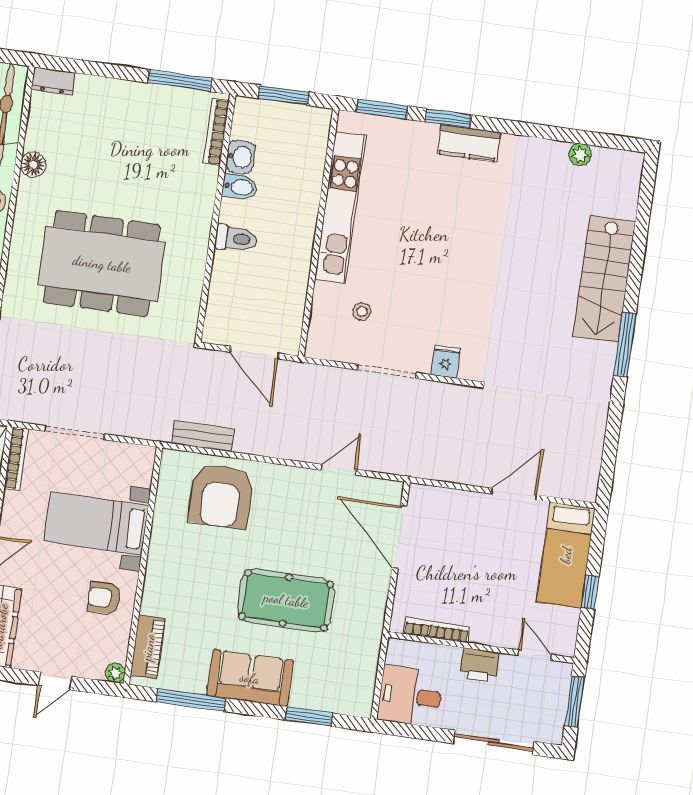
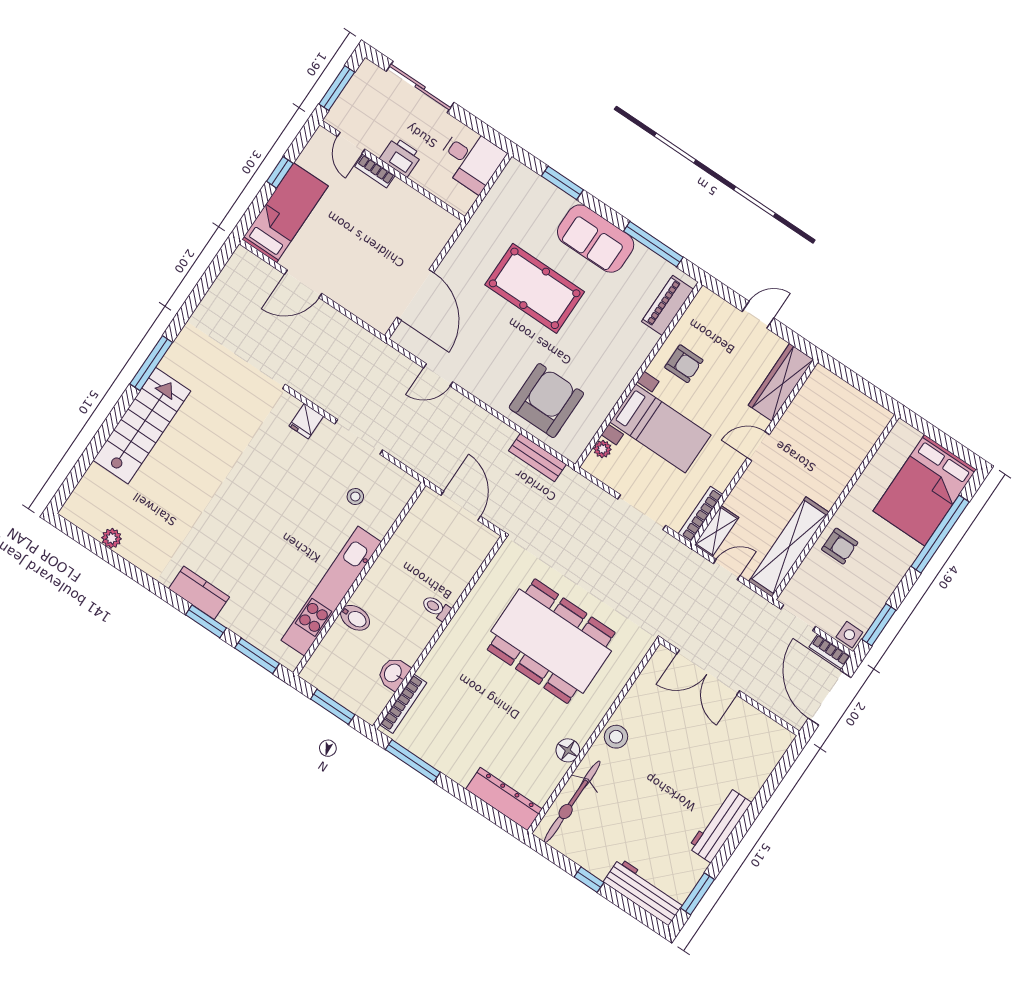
dresser: (53, 81) -> (504, 799), width x1.96, depth x1.24
bidet: (240, 187) -> (355, 618), moved, turned 180
toilet: (236, 239) -> (436, 608), width x0.73, depth x0.72
bookcase: (437, 630) -> (375, 171), moved, width x0.64
plant: (115, 673) -> (602, 449), moved

